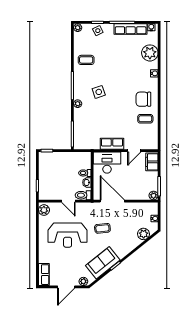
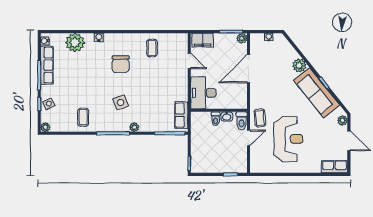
chair: (143, 99) -> (121, 64), moved
row of seats: (112, 144) -> (181, 115), moved
door: (112, 201) -> (249, 69), moved
plant: (44, 210) -> (259, 167), removed
coffee table: (102, 228) -> (260, 118), moved
plant: (144, 234) -> (299, 65), moved
sofa: (103, 263) -> (317, 93), width x1.36

